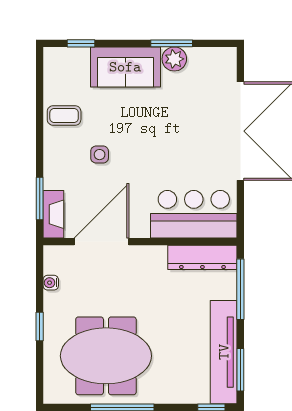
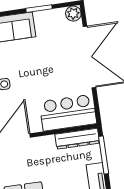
plant: (174, 59) -> (73, 14), moved

